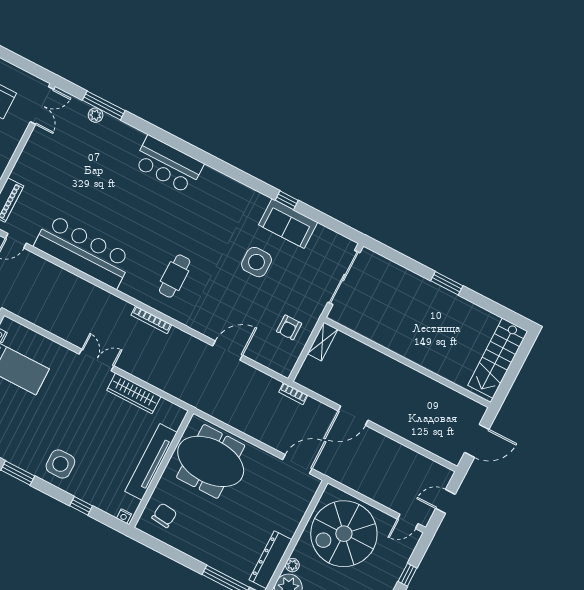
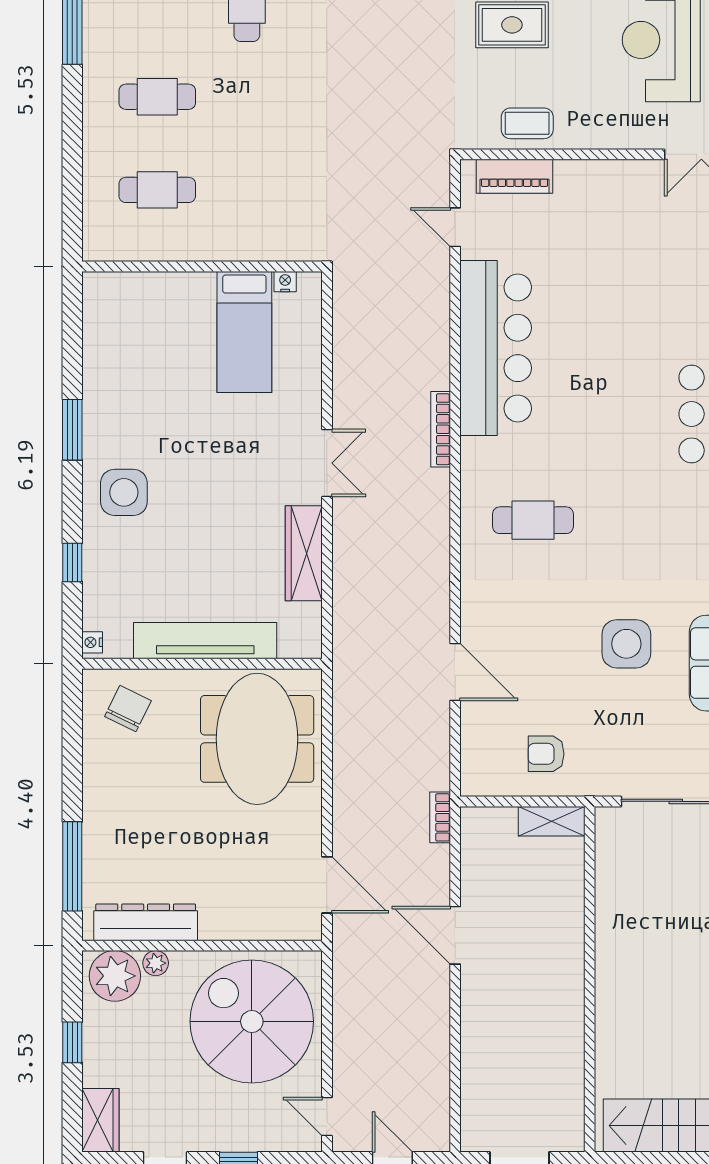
bookcase: (151, 320) -> (441, 429), moved
chair: (164, 515) -> (128, 709), turned -70

